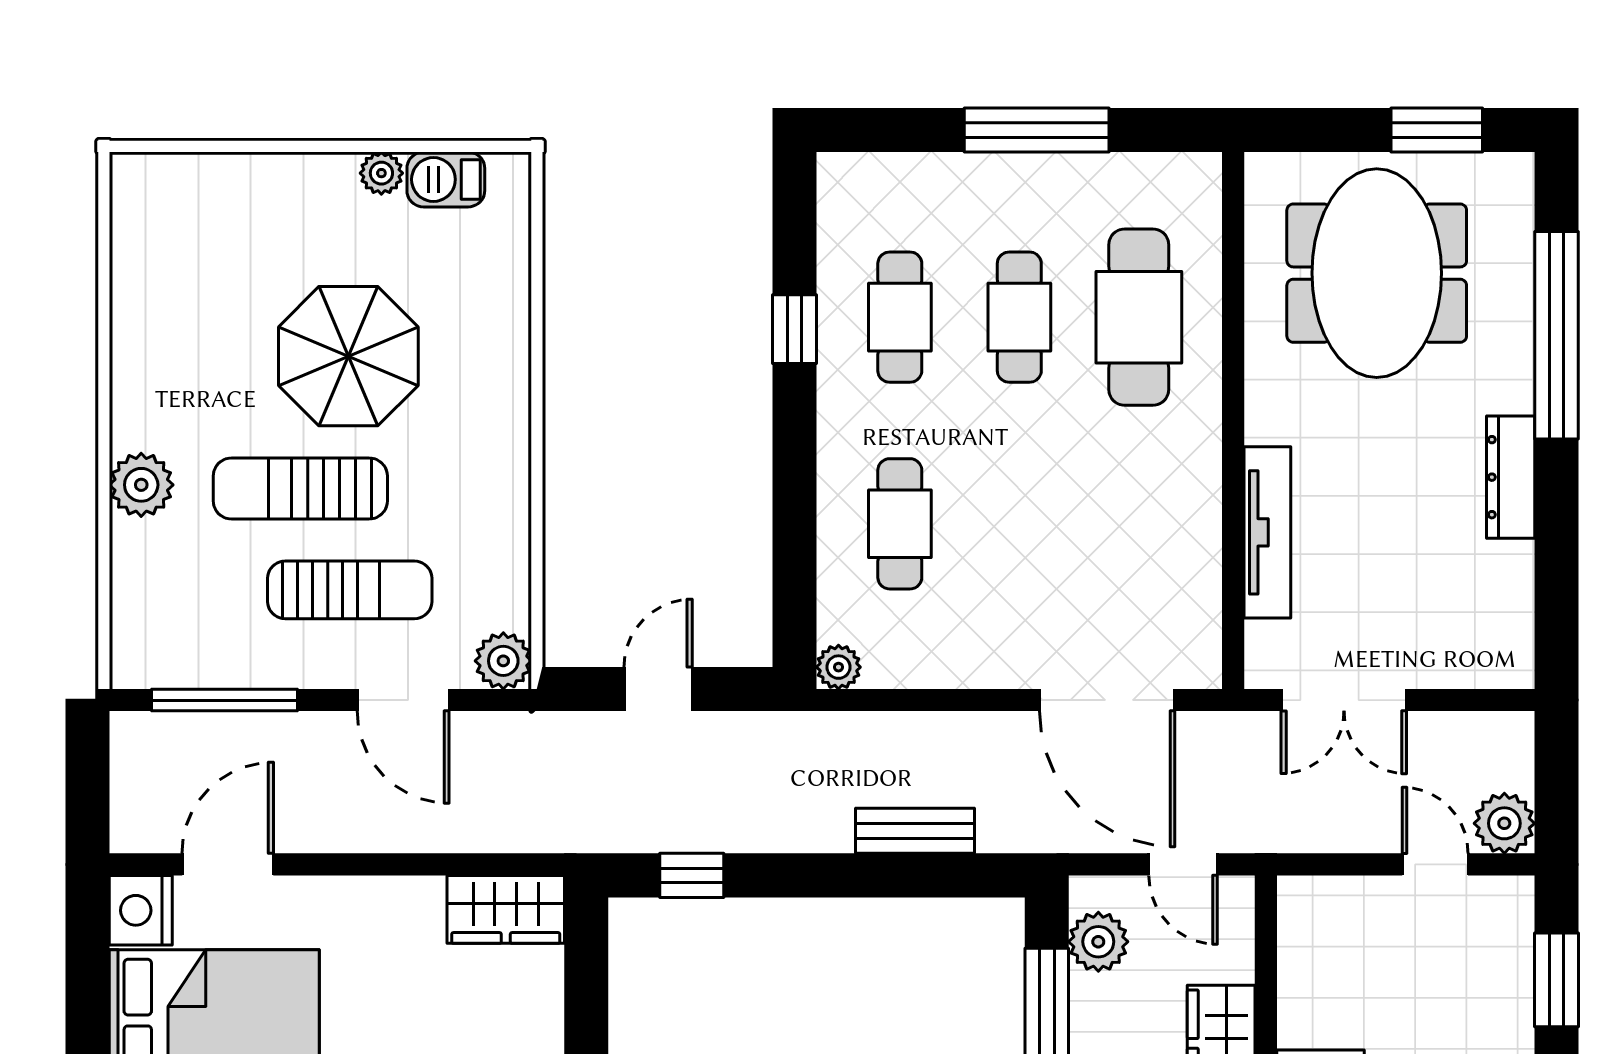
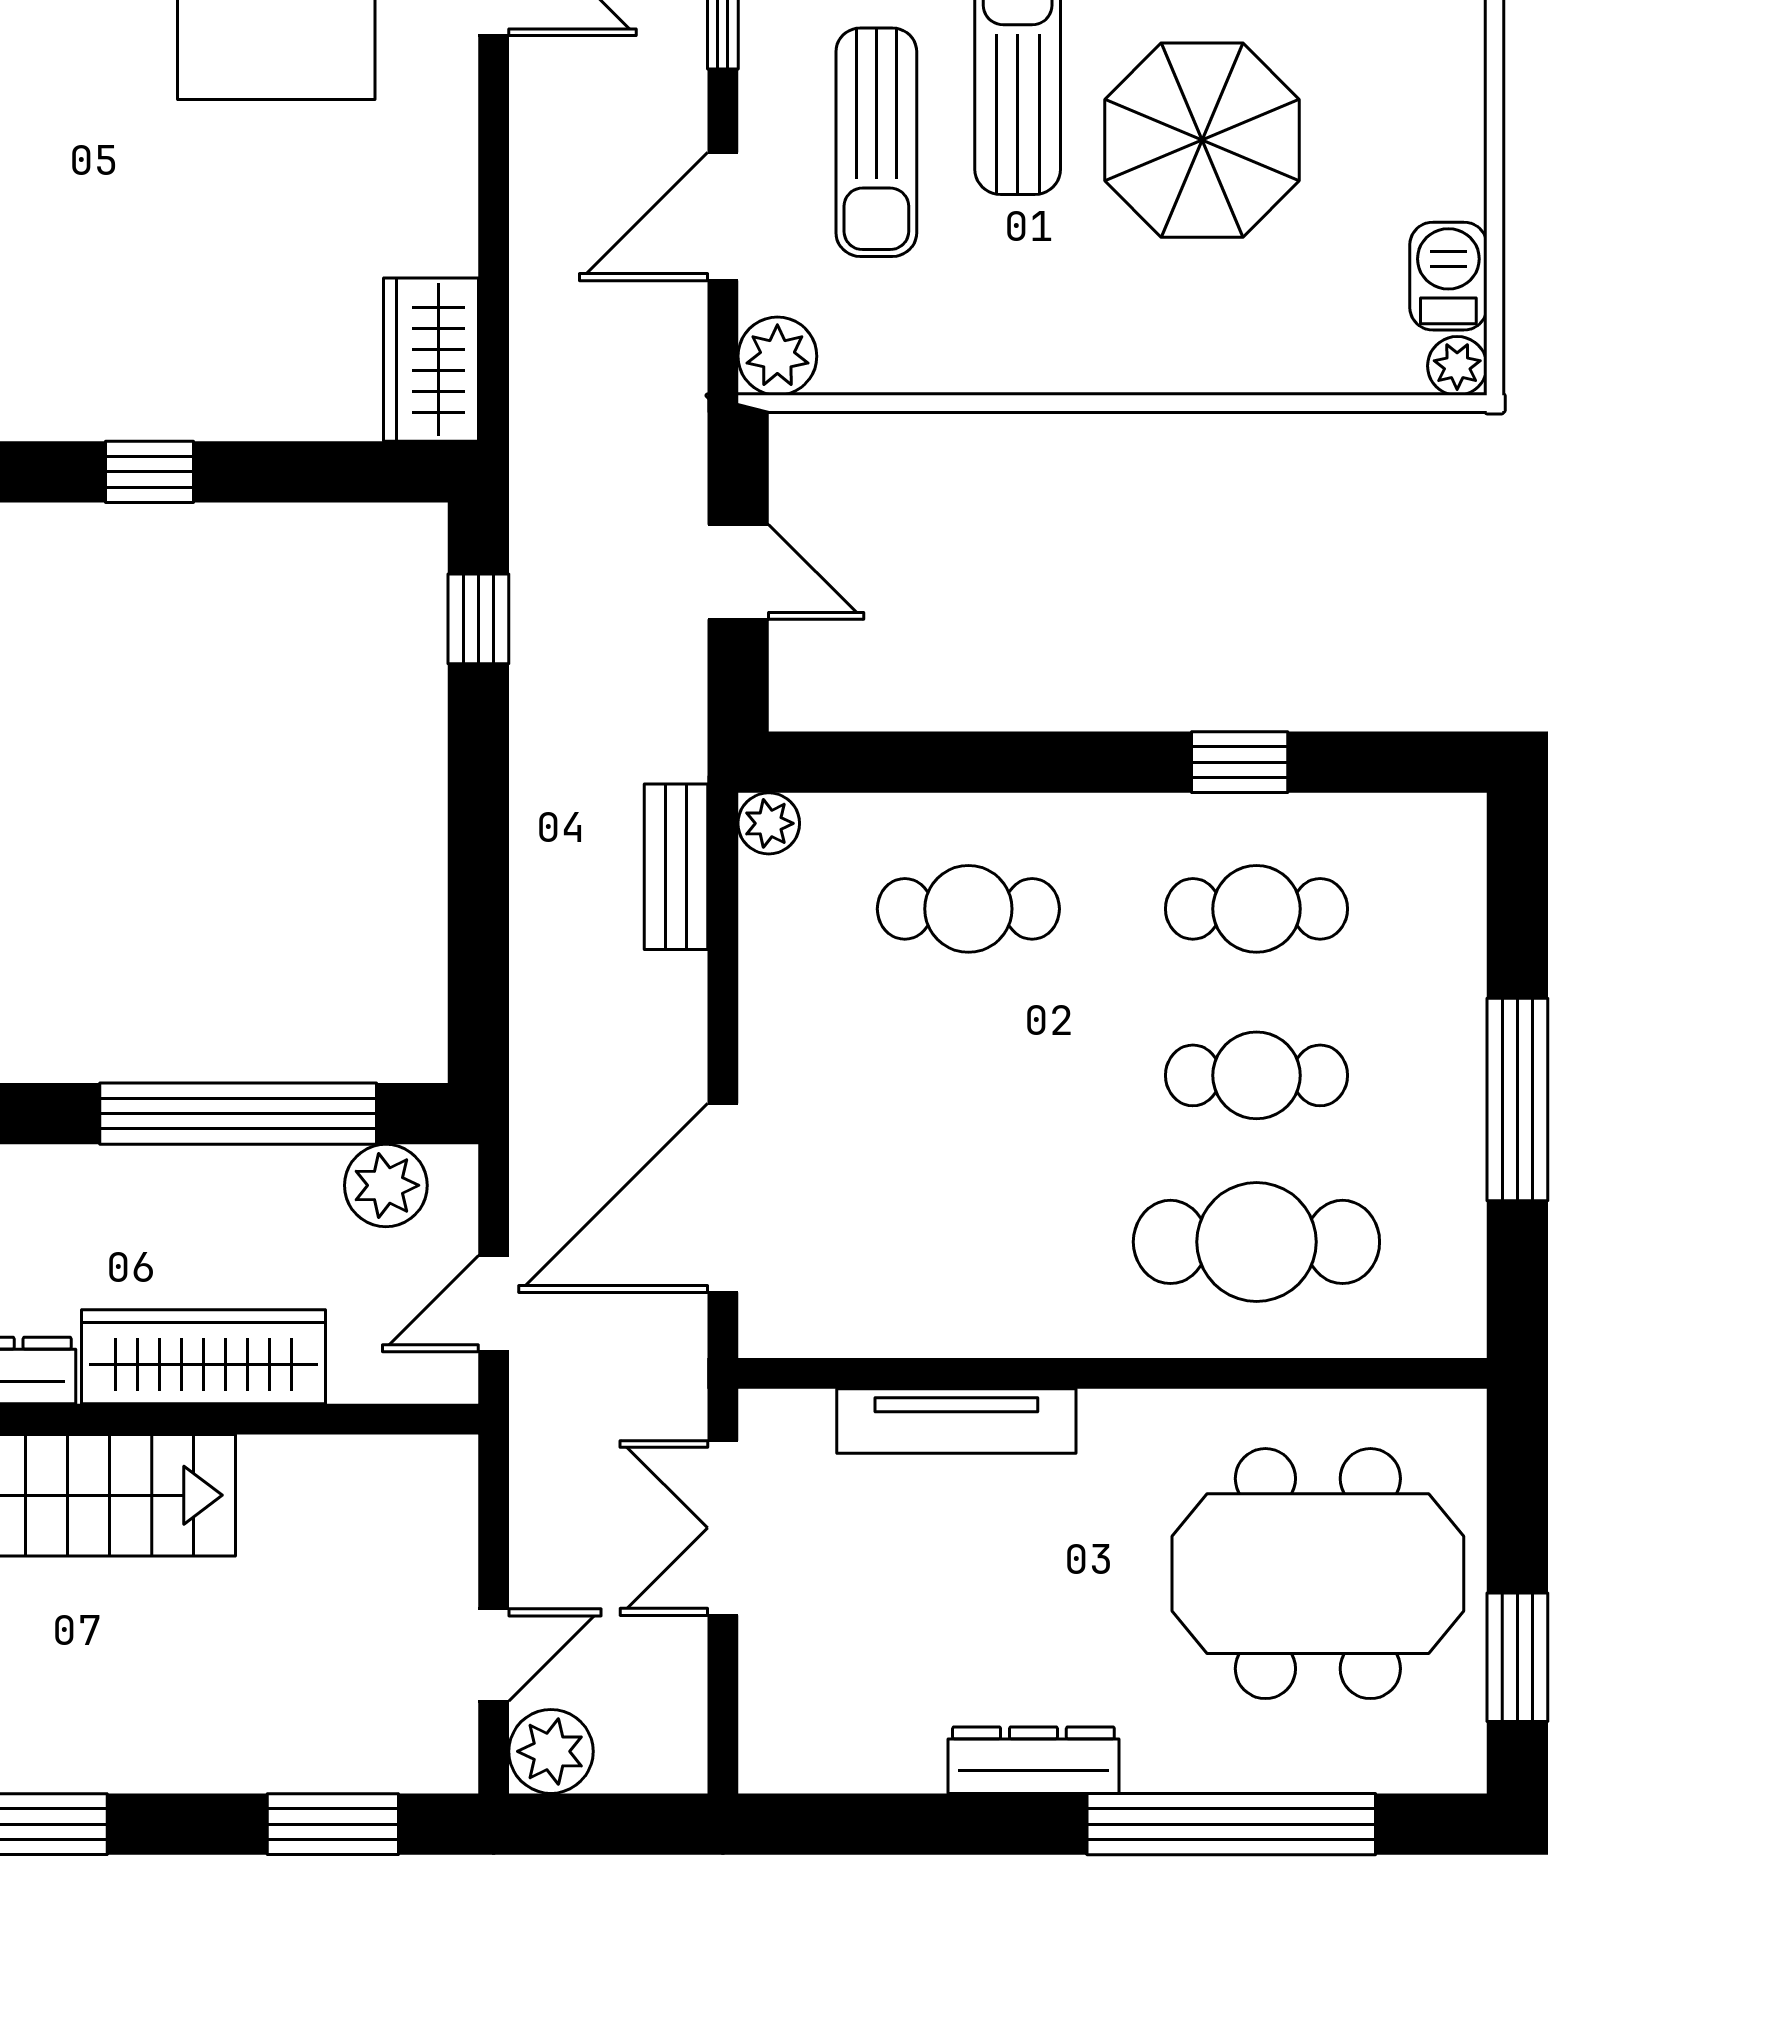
plant: (381, 173) -> (1457, 366), moved
bench: (915, 831) -> (676, 867), moved

